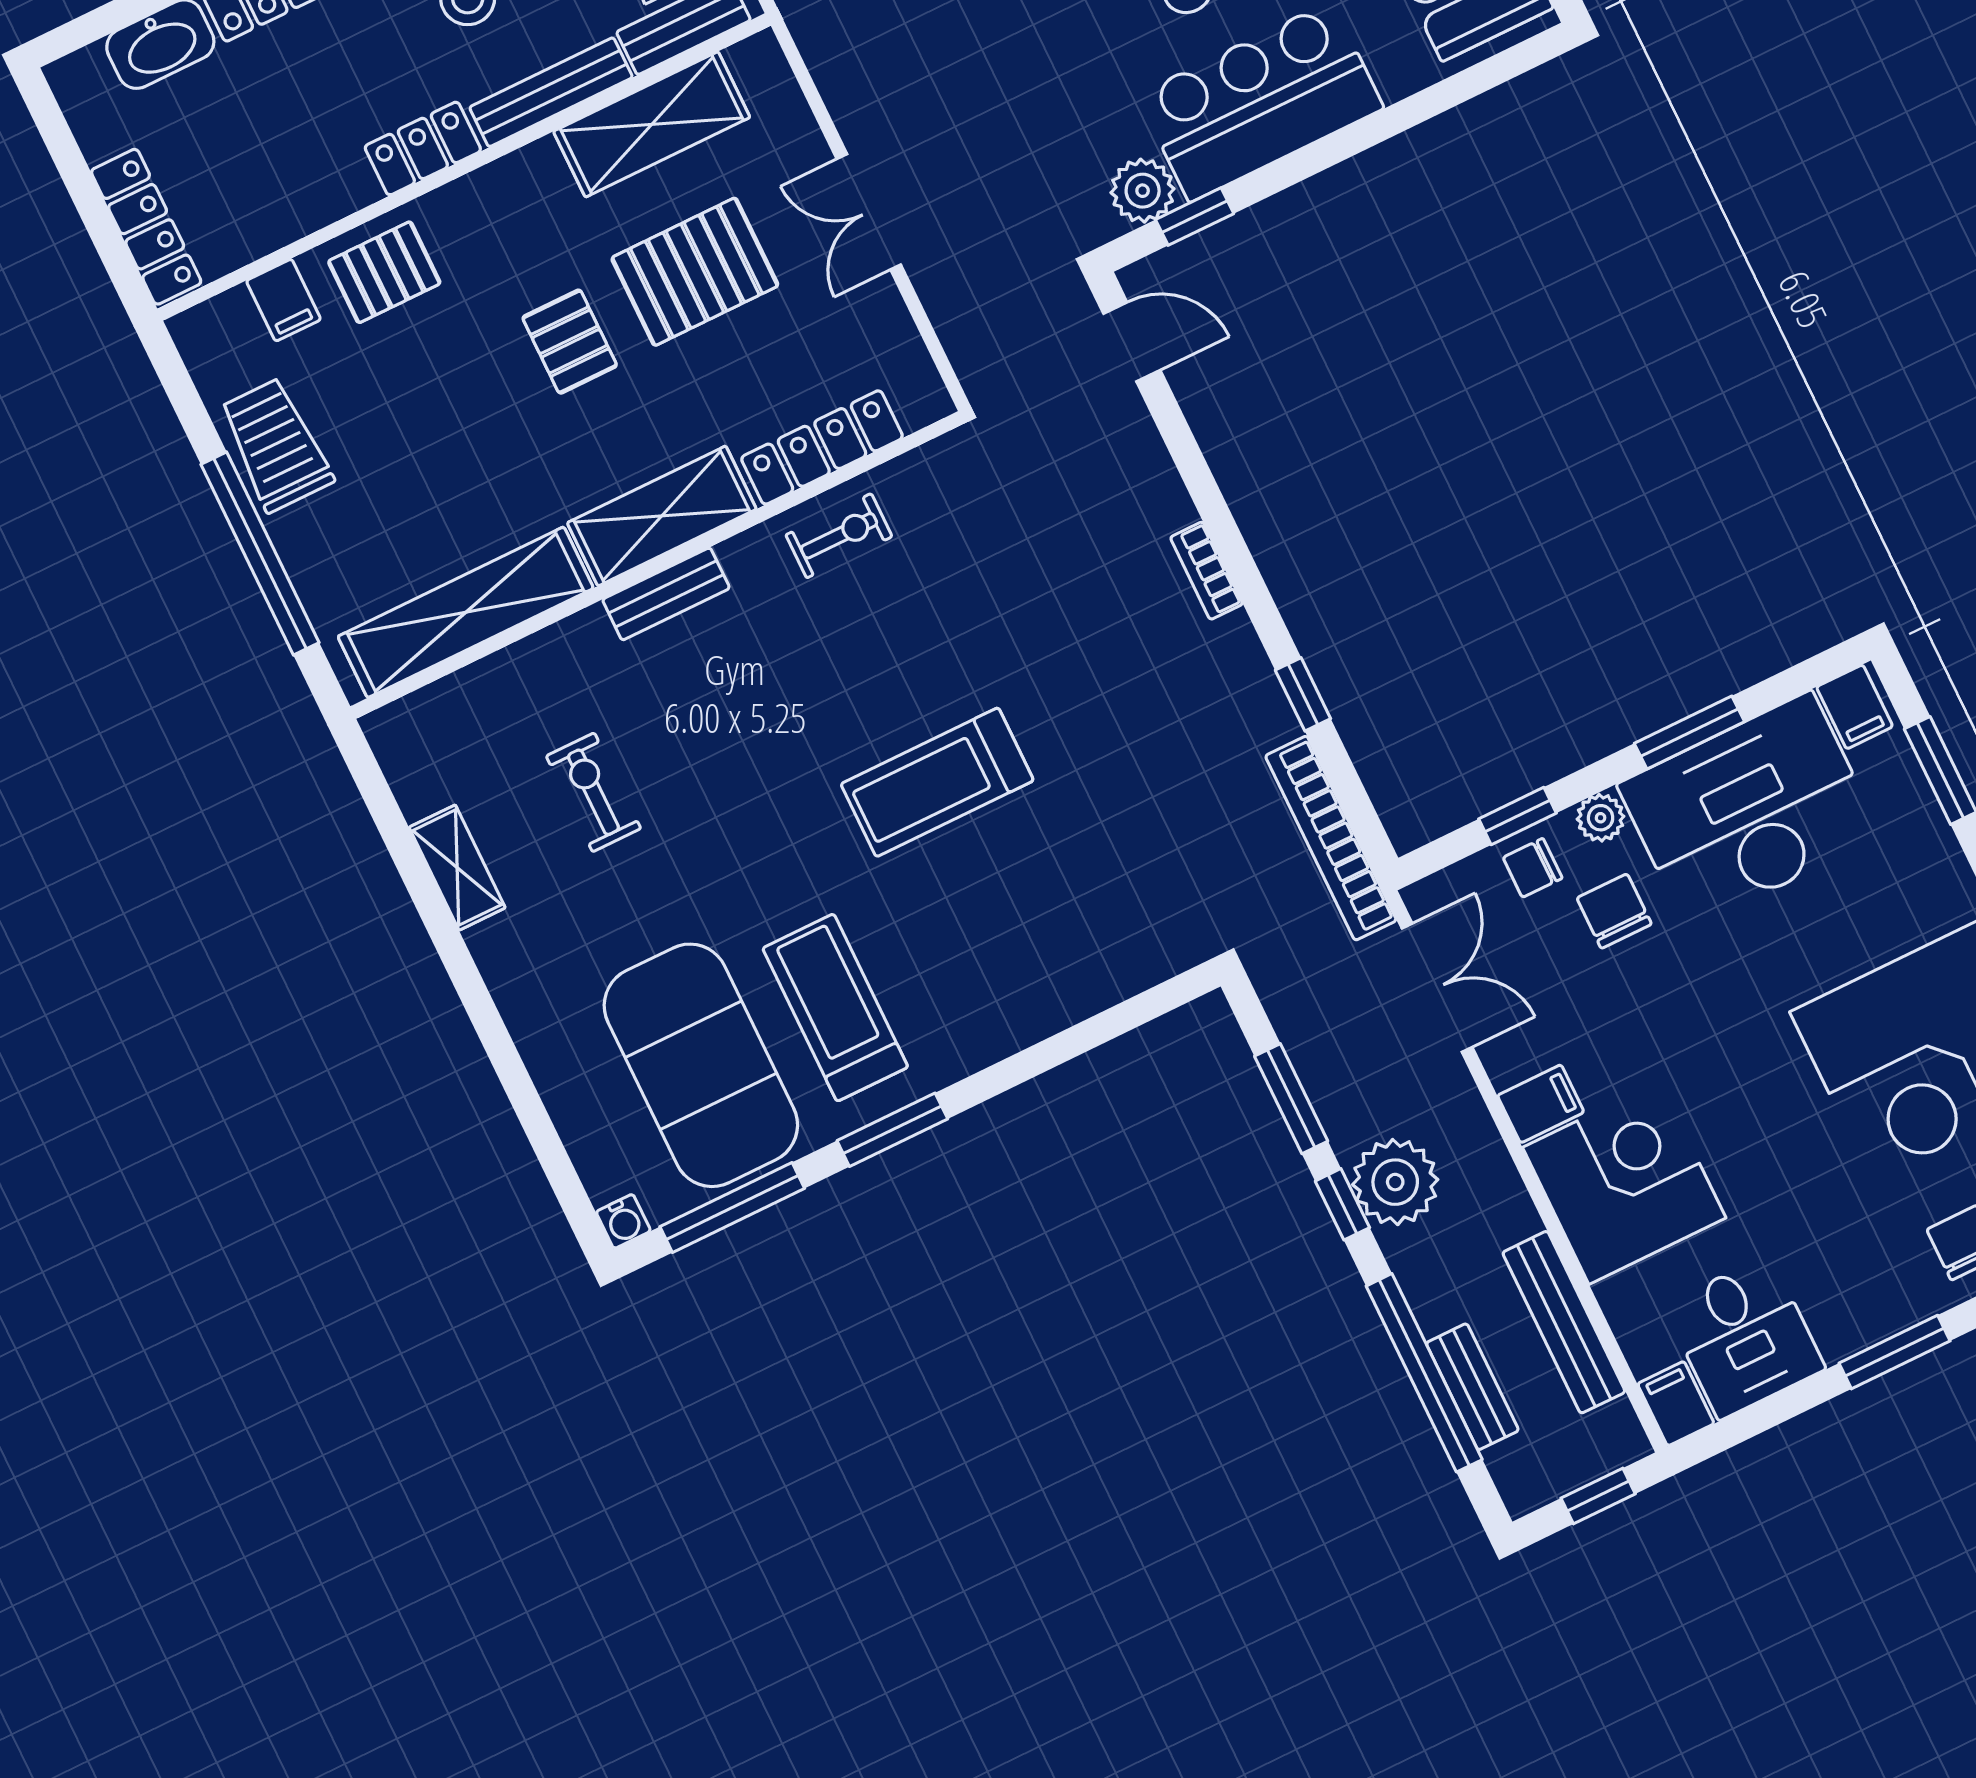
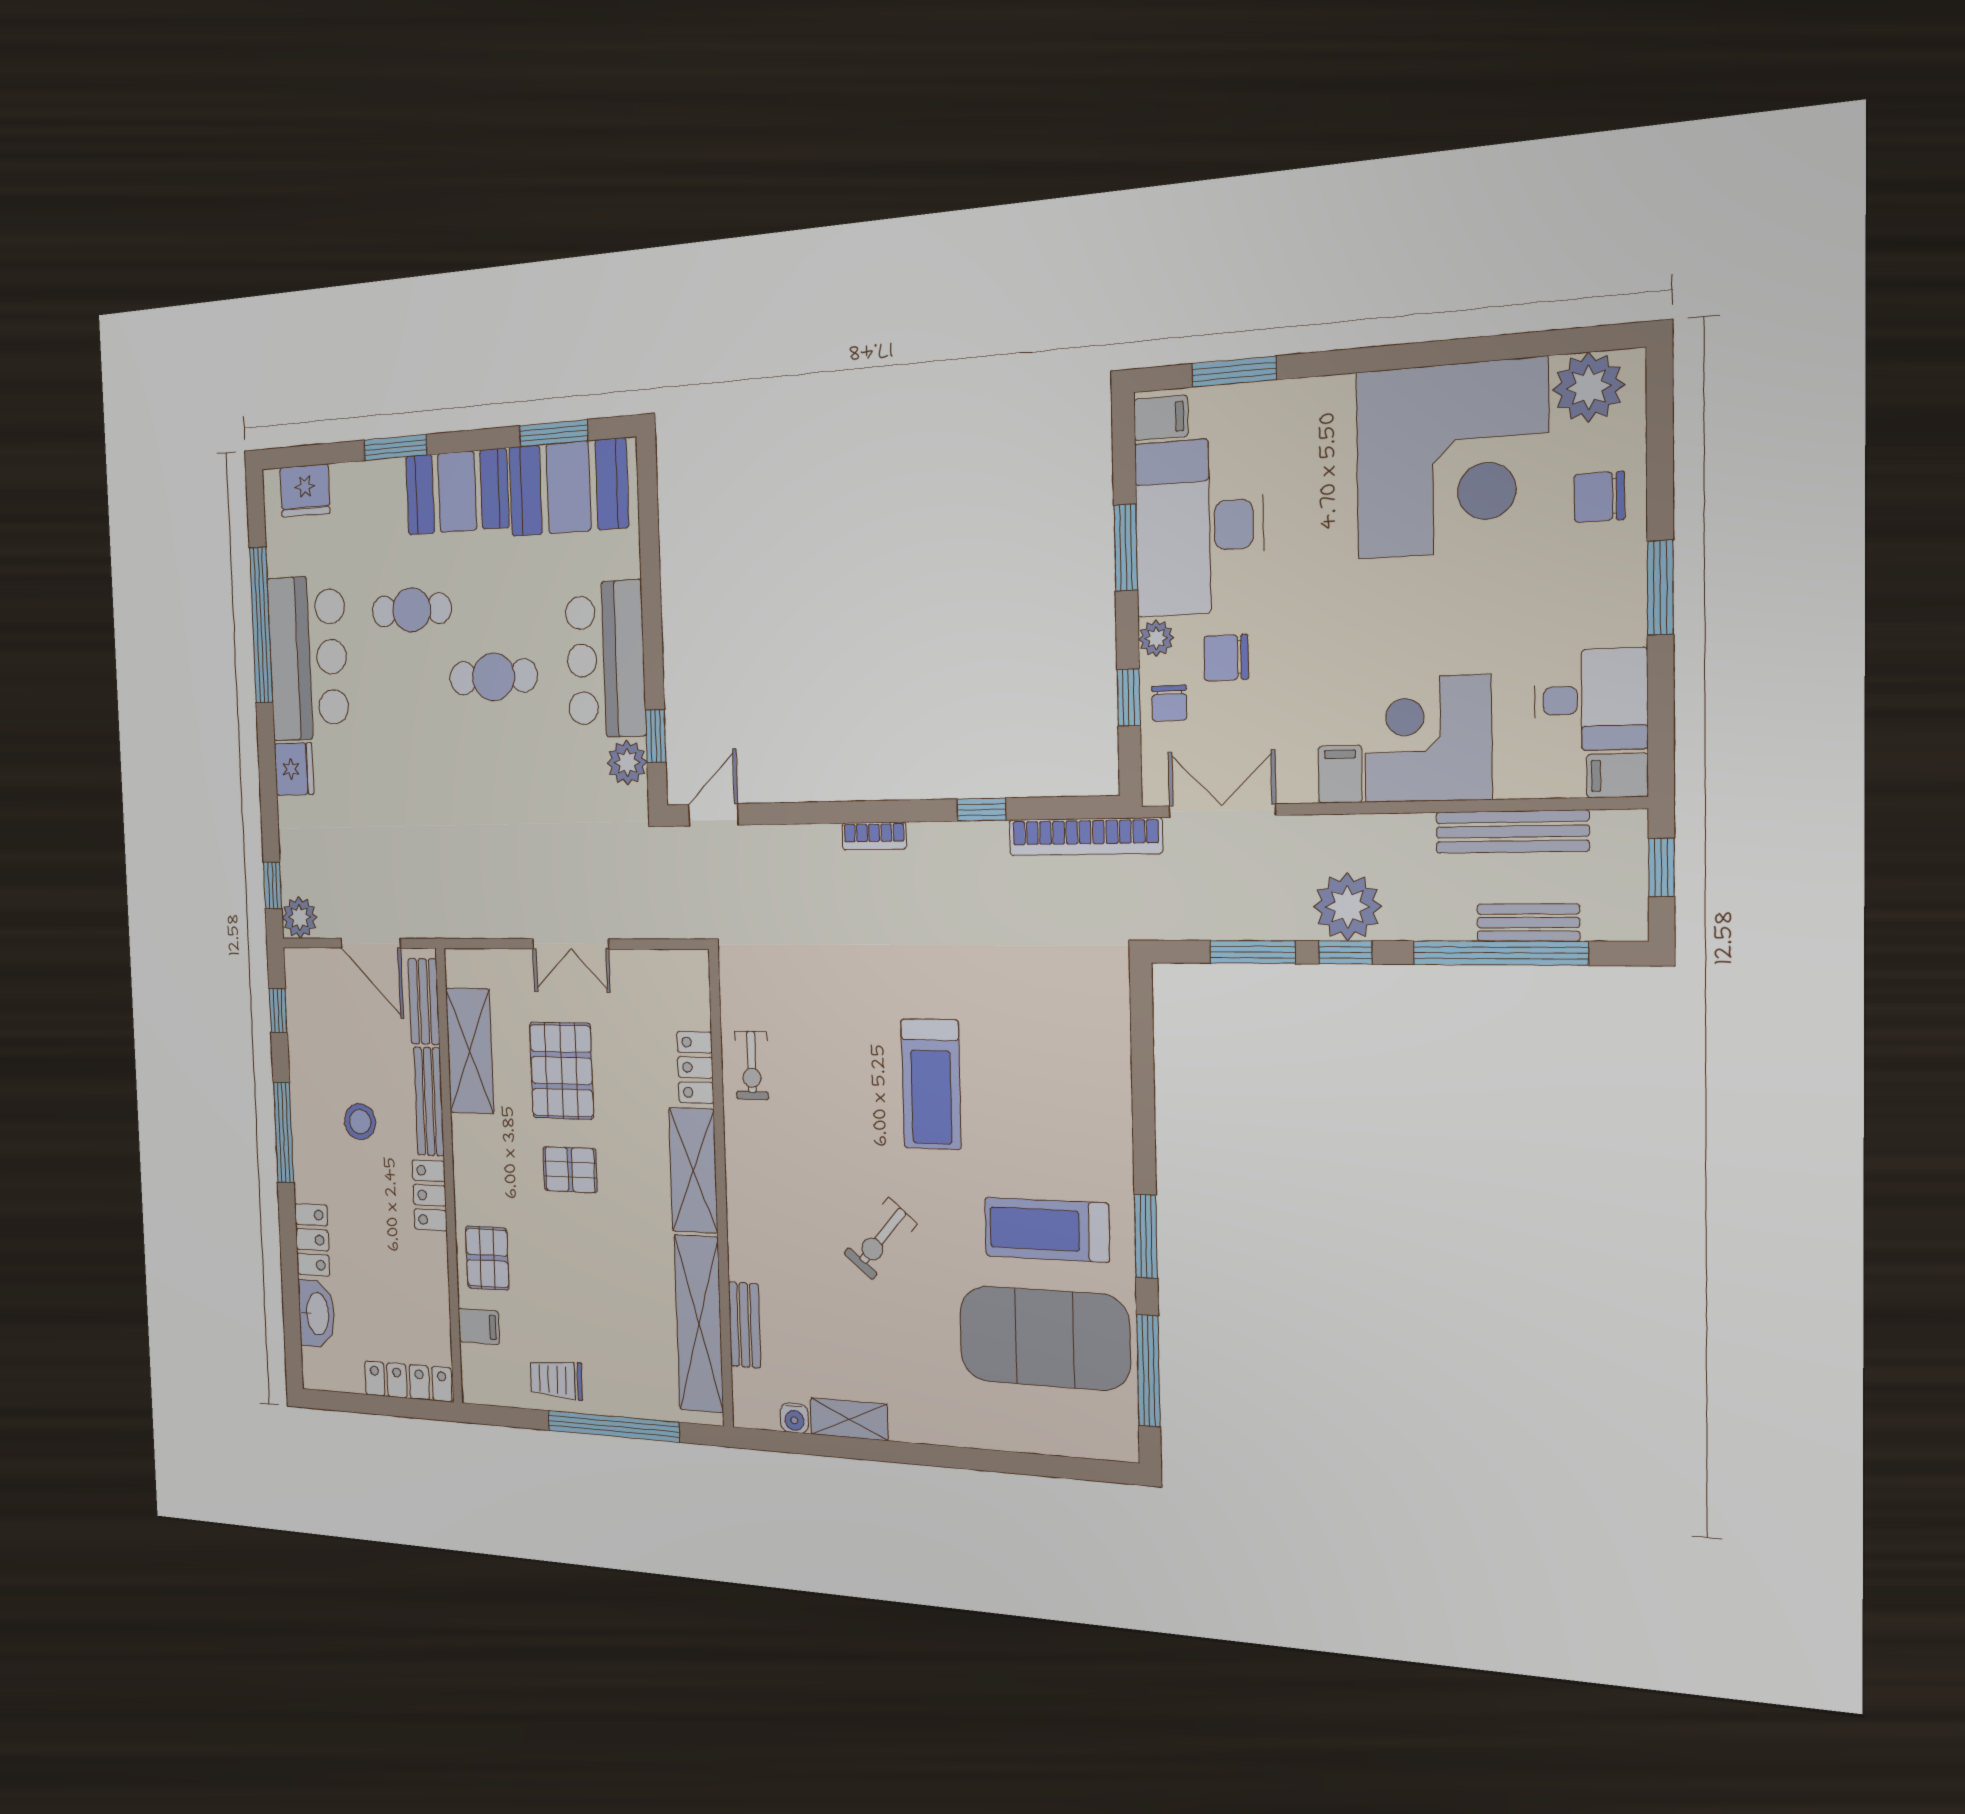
trolley: (276, 445) -> (556, 1380), width x0.73, depth x0.72
locker: (822, 447) -> (695, 1067), width x0.66
exercise bike: (839, 536) -> (752, 1065), turned 180
bench: (666, 594) -> (744, 1325), moved
exercise bike: (593, 792) -> (880, 1239), moved, turned -50
water cooler: (623, 1221) -> (794, 1418), moved, turned 90

